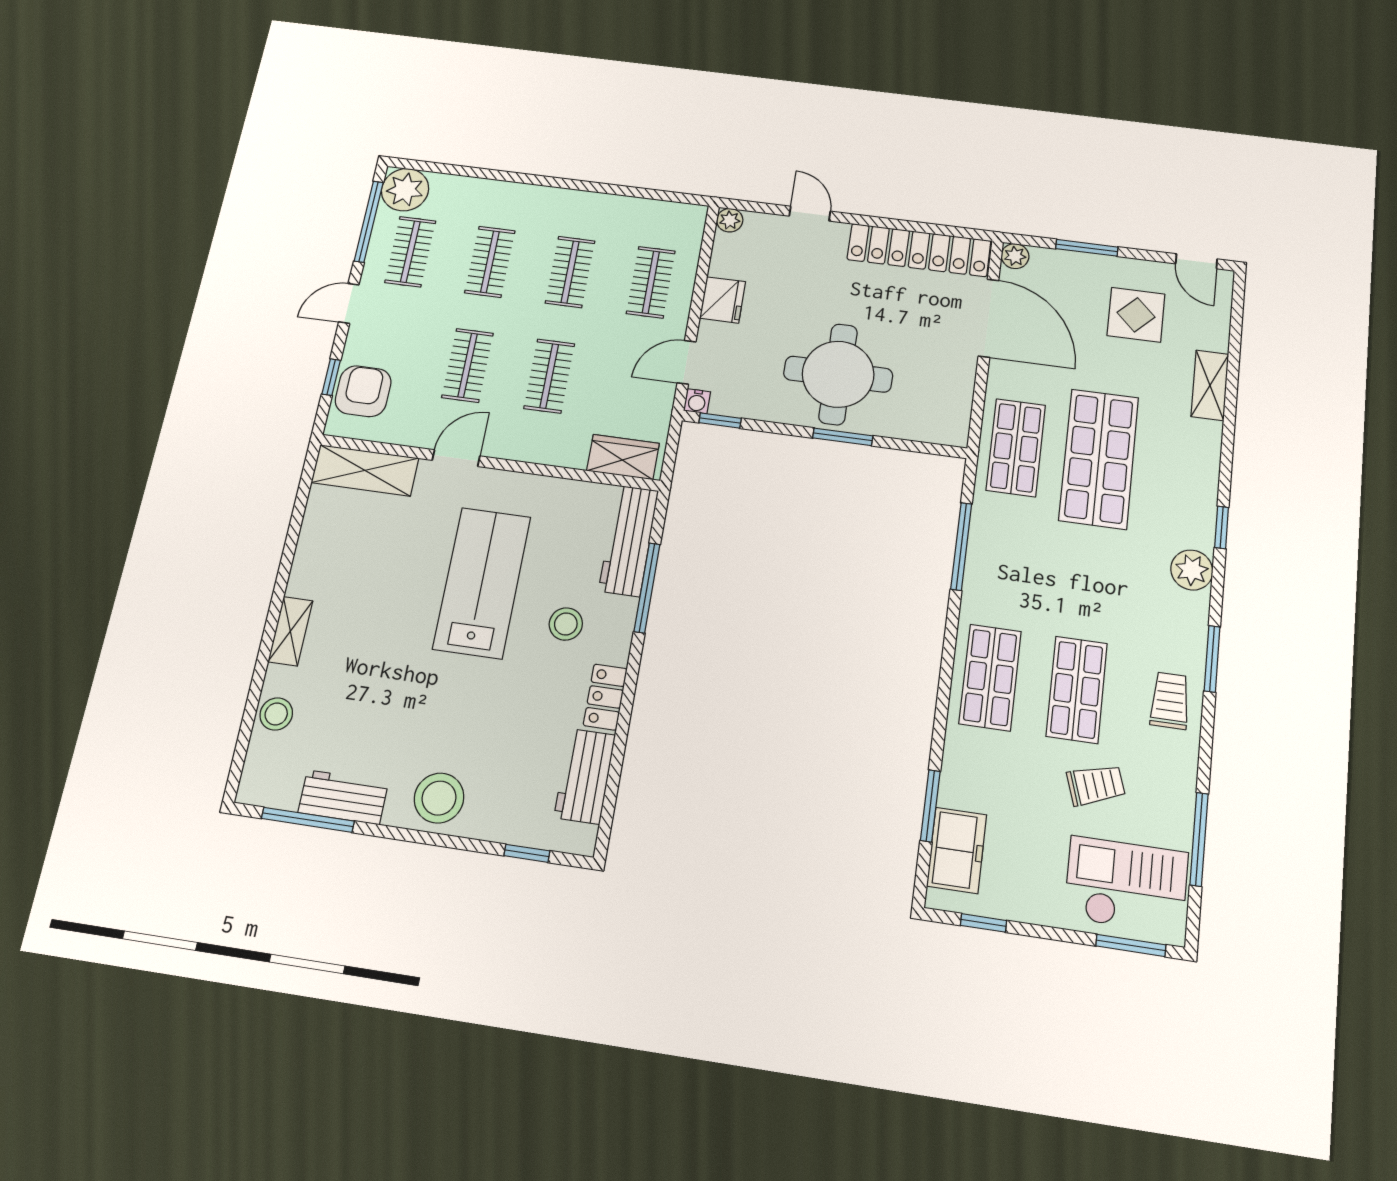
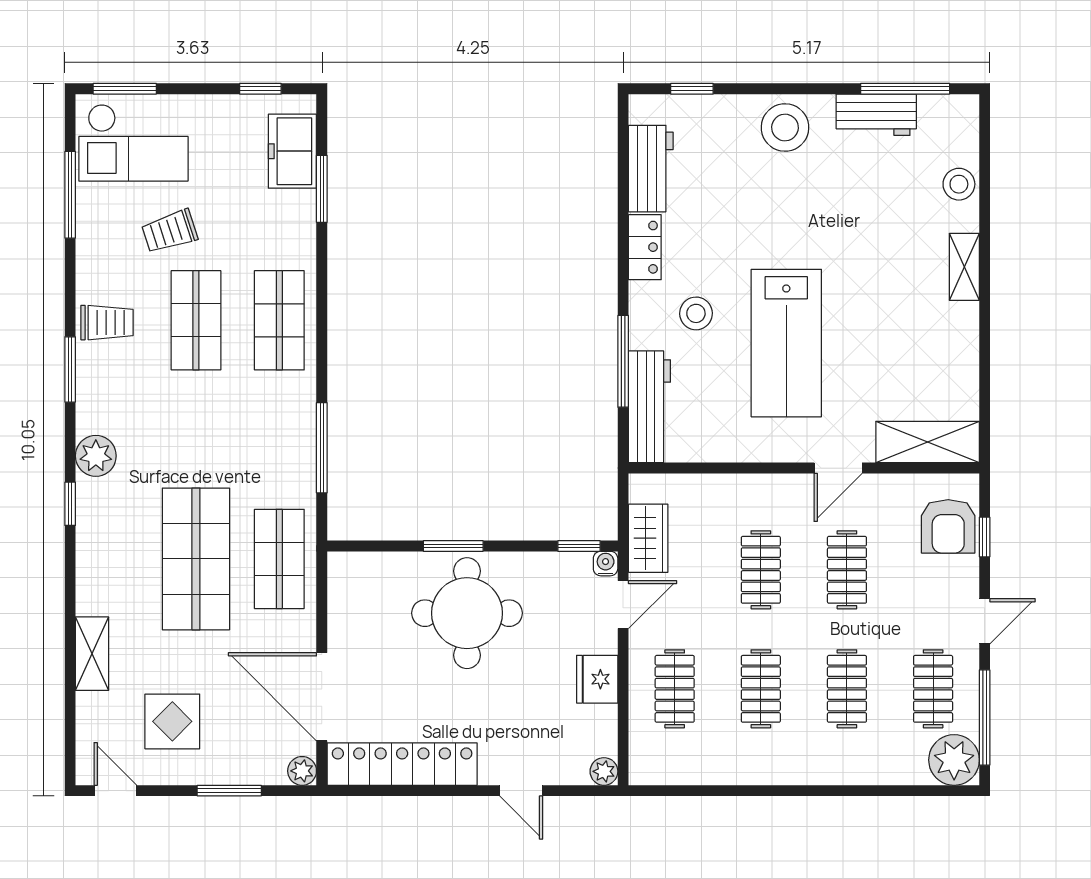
wardrobe: (623, 457) -> (648, 538), moved, turned -90
trolley: (1170, 701) -> (107, 323), turned -90

